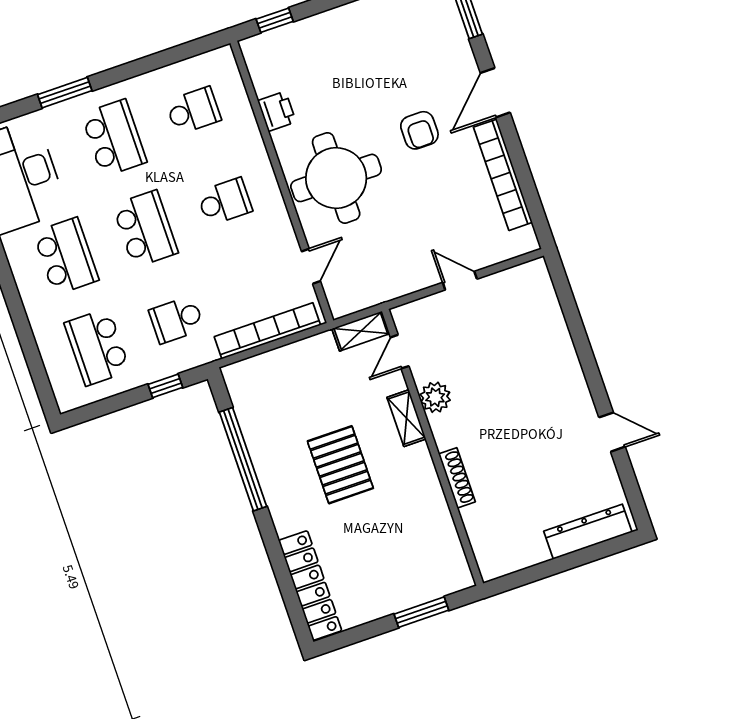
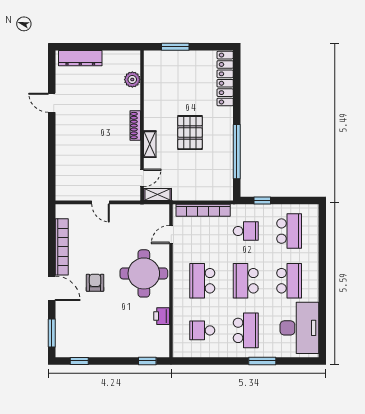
door: (495, 93) -> (52, 288), hinge flipped
school desk: (114, 138) -> (246, 330), turned 180
school desk: (225, 202) -> (202, 281), width x1.85
school desk: (66, 256) -> (289, 281), turned 180
plant: (435, 397) -> (132, 79), moved
shoe rack: (457, 478) -> (135, 126), moved

